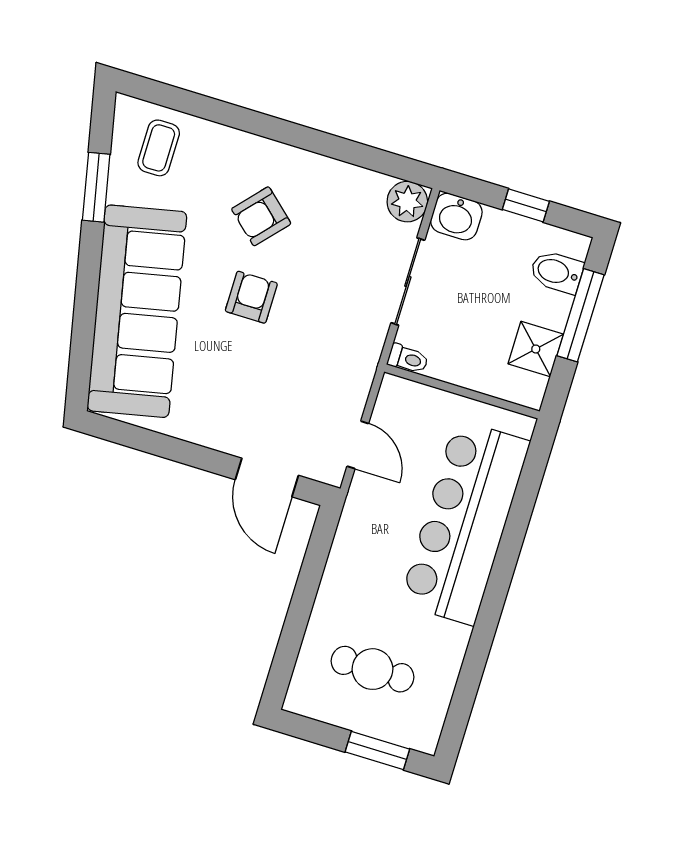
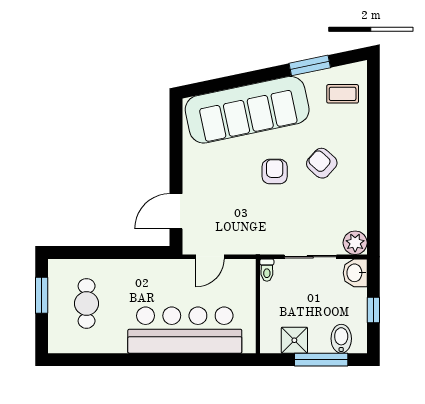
armchair: (251, 297) -> (275, 172), turned -90
window: (377, 750) -> (42, 295), moved

